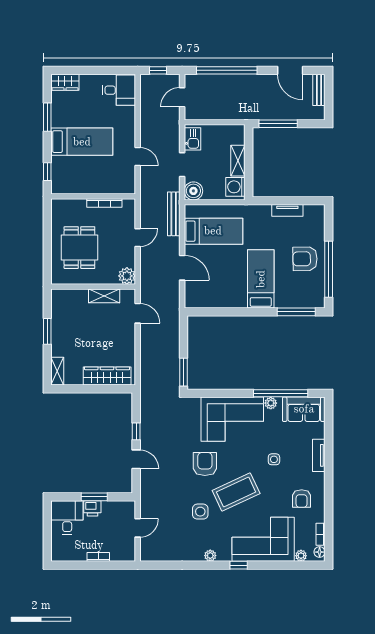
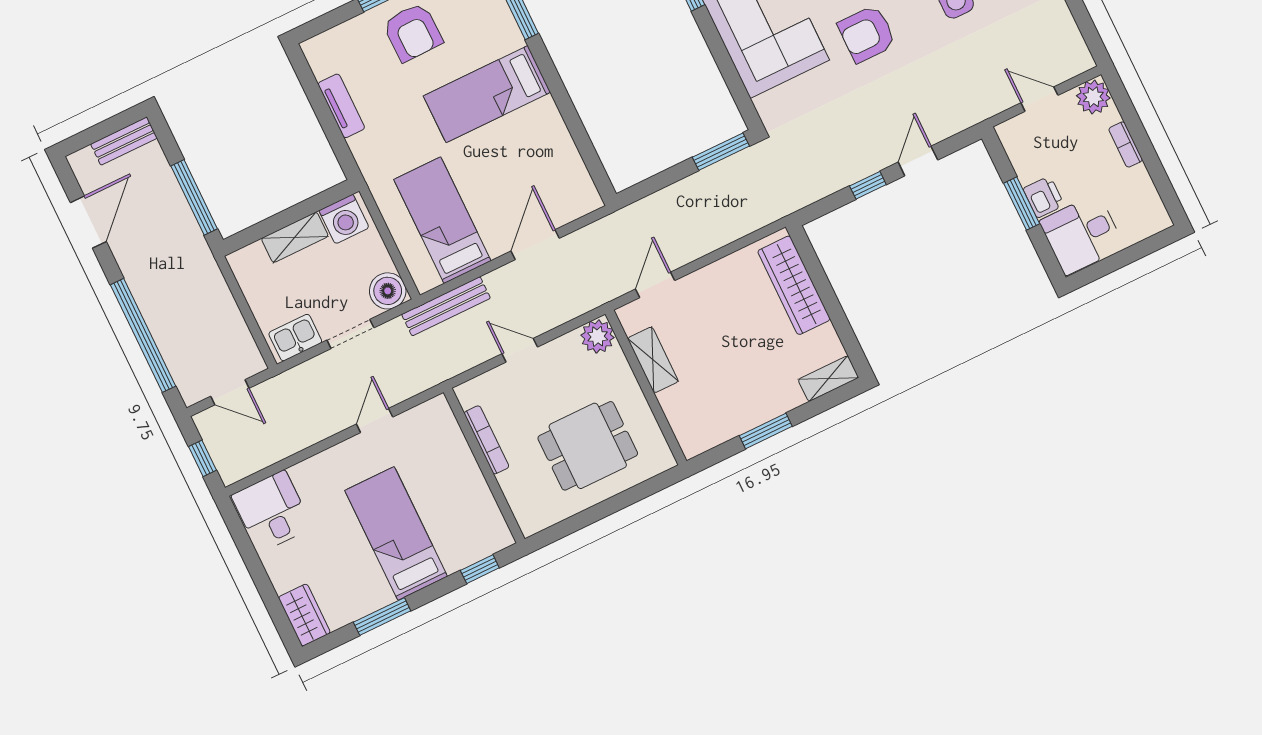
bench: (319, 90) -> (124, 141), moved
plant: (127, 553) -> (1093, 97), added

